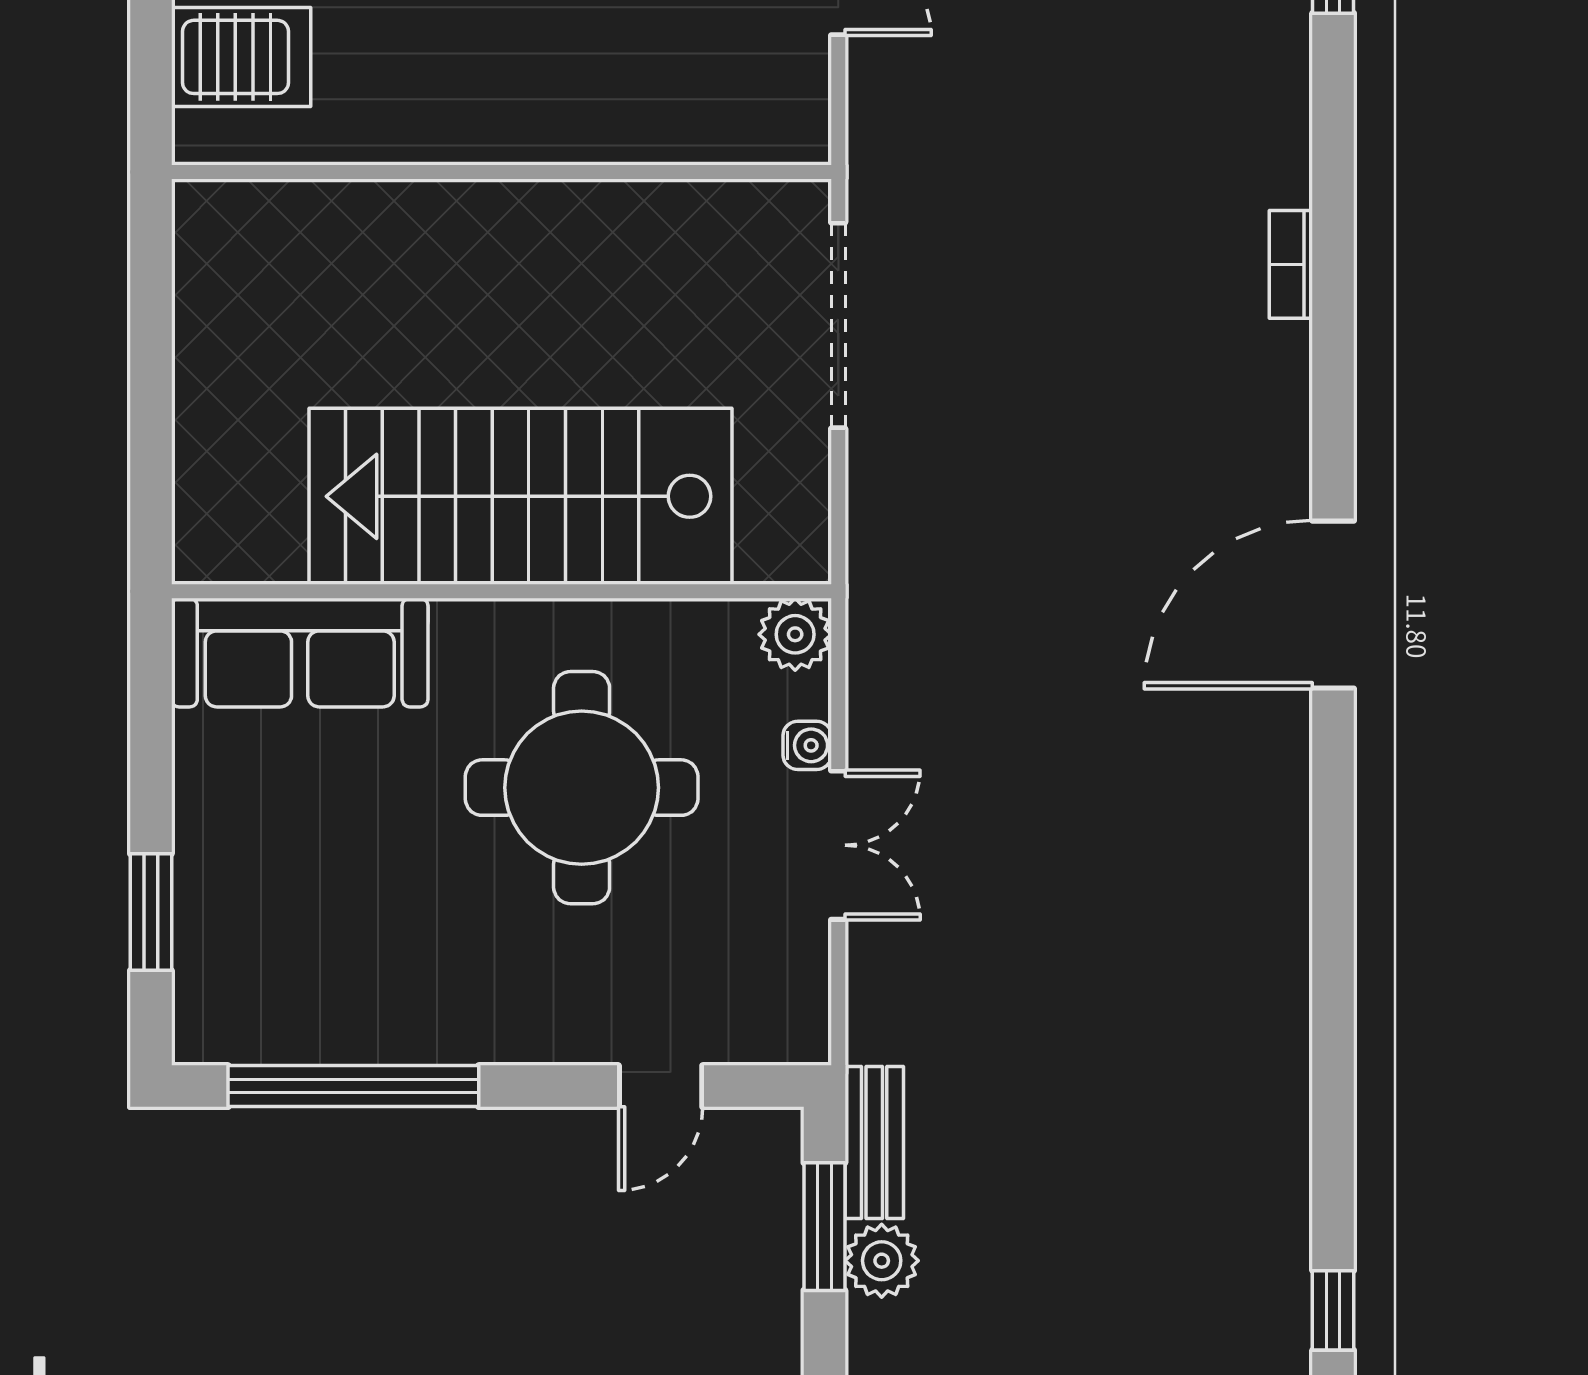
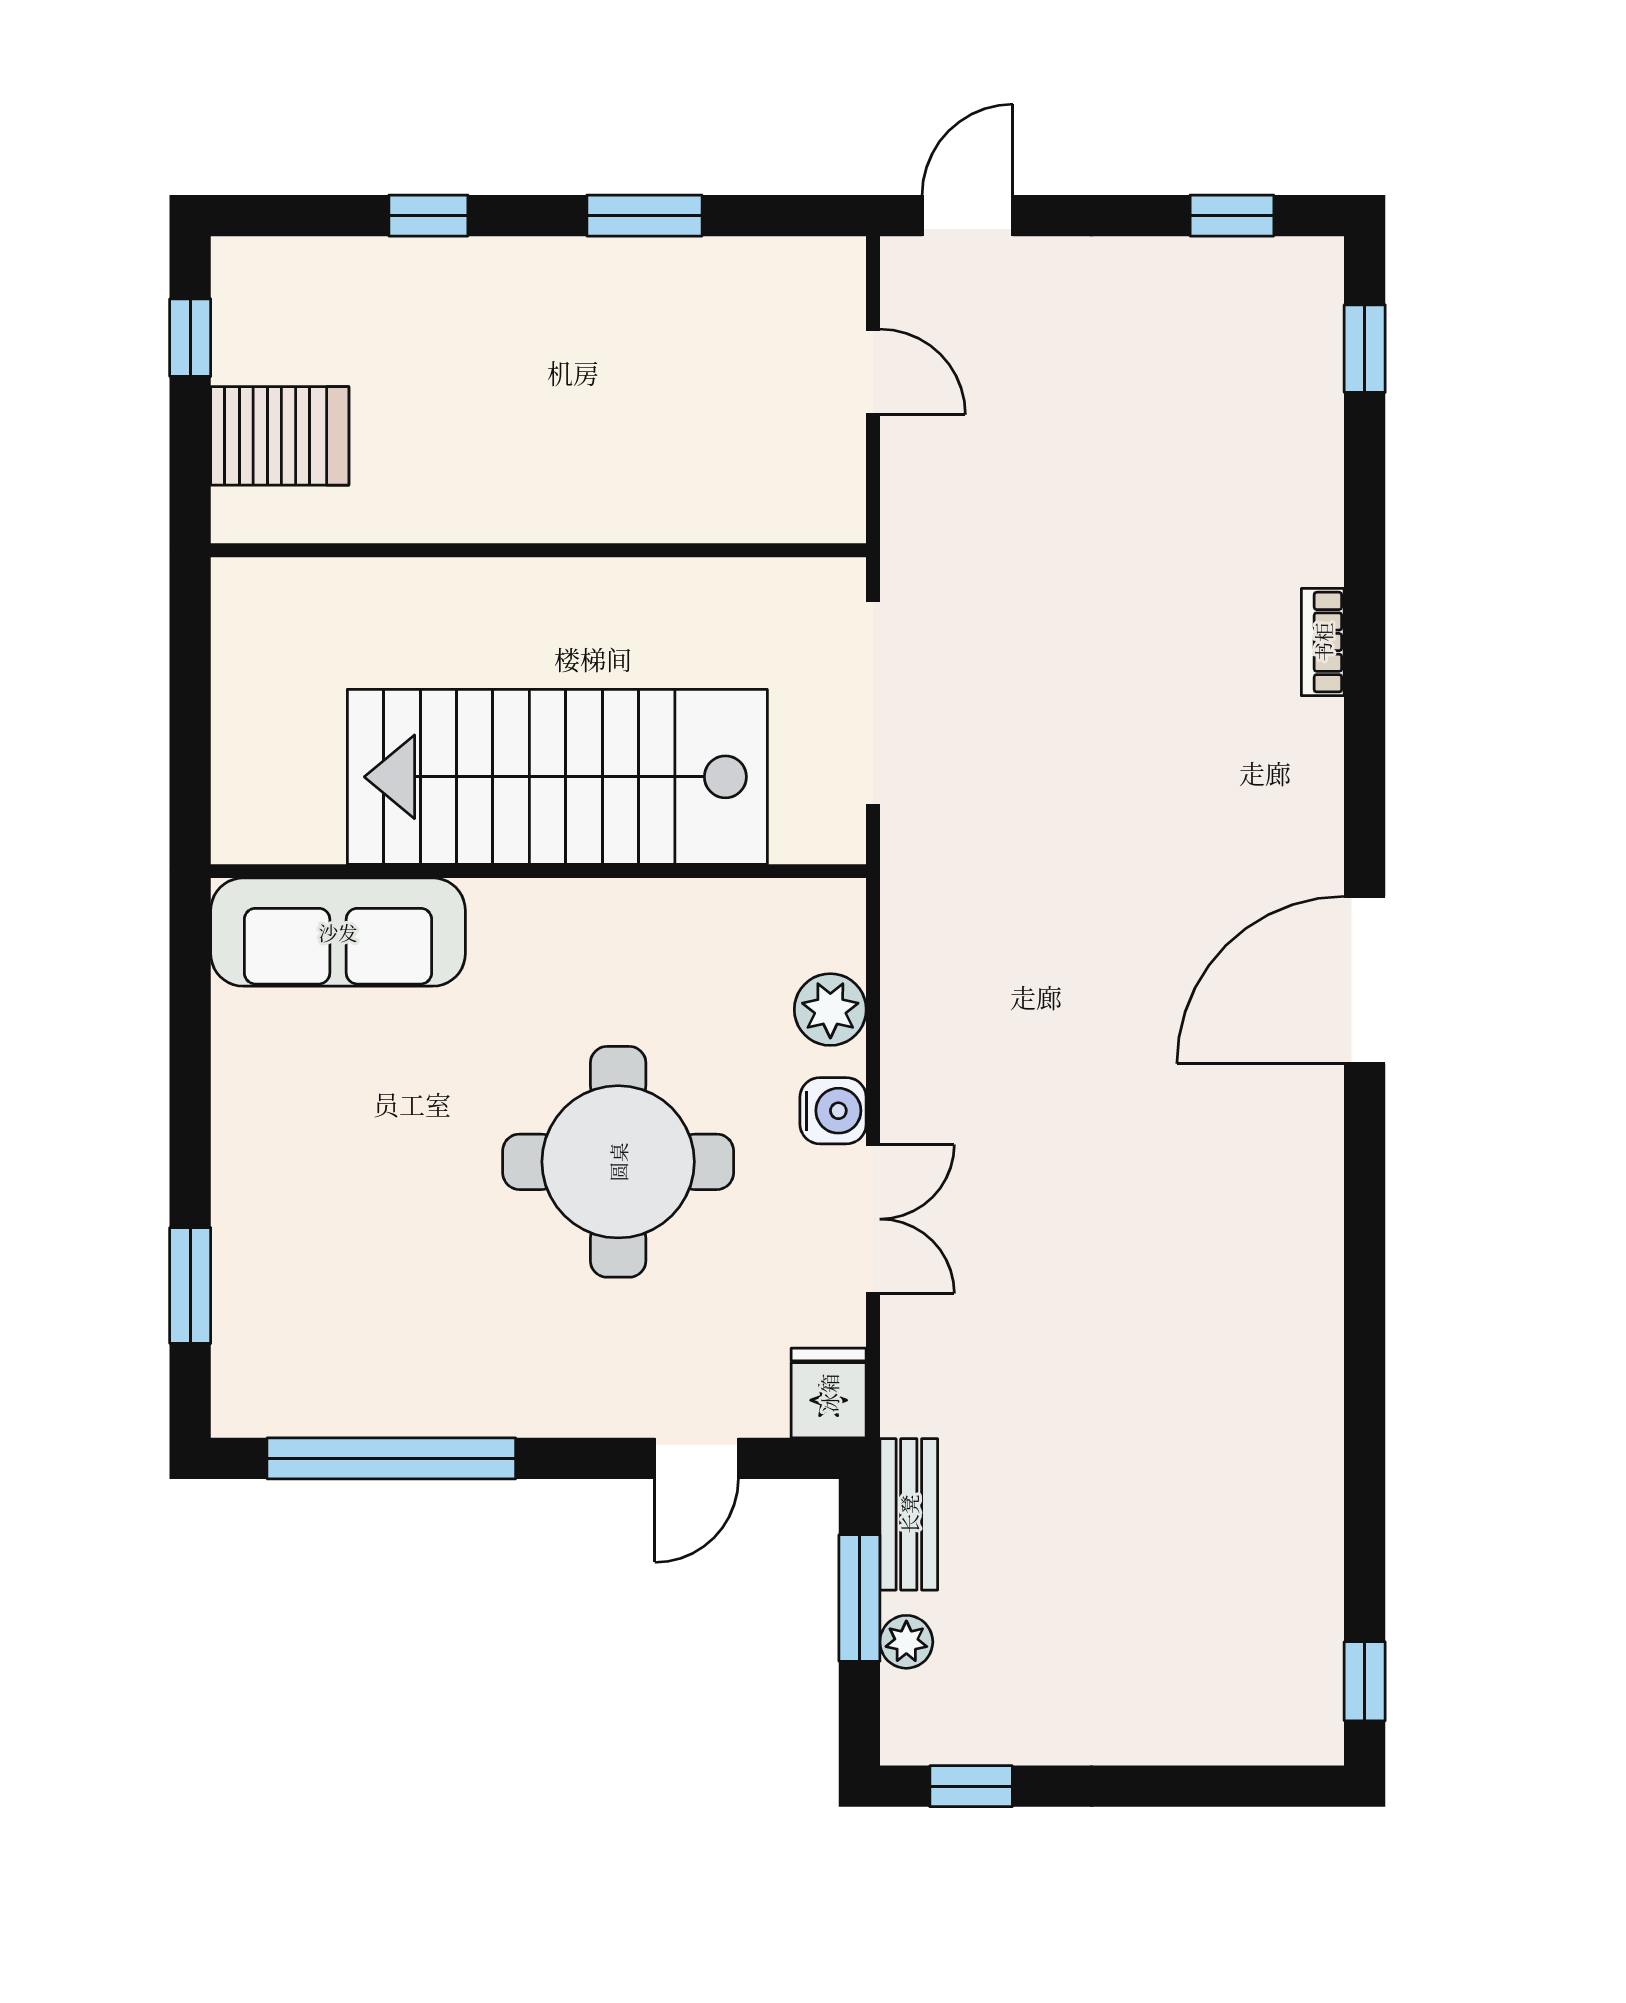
stairs: (520, 496) -> (557, 777), moved
wall: (501, 591) -> (538, 871), moved
sofa: (300, 653) -> (338, 932), moved
water cooler: (807, 745) -> (833, 1111), width x1.38, depth x1.38
fridge: (793, 1020) -> (829, 1393), added
plant: (882, 1261) -> (906, 1642), width x0.73, depth x0.73

